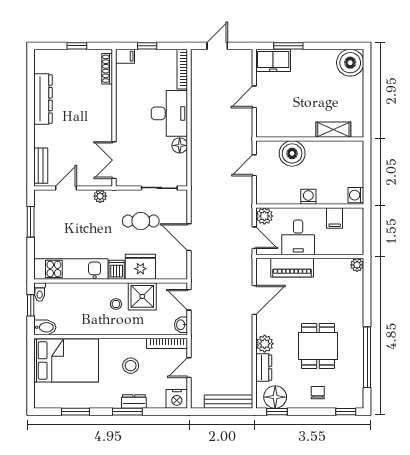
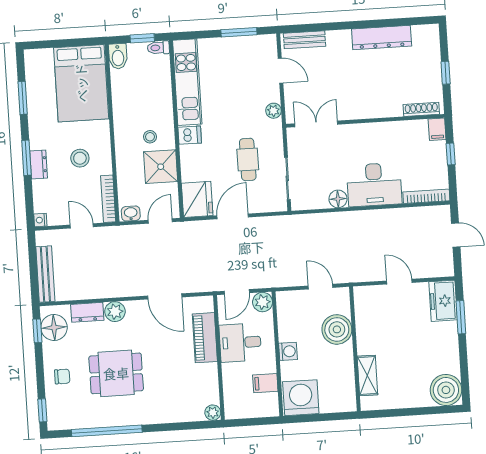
washing machine: (356, 195) -> (301, 398), width x1.89, depth x1.89
fridge: (140, 267) -> (197, 199), moved
nightstand: (177, 399) -> (40, 220), width x0.53, depth x0.56

